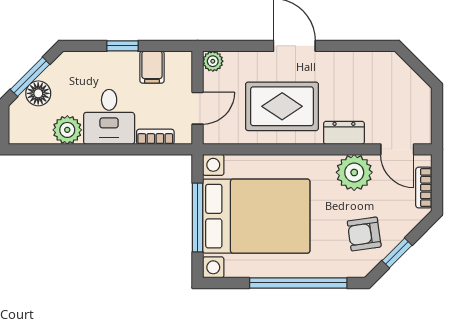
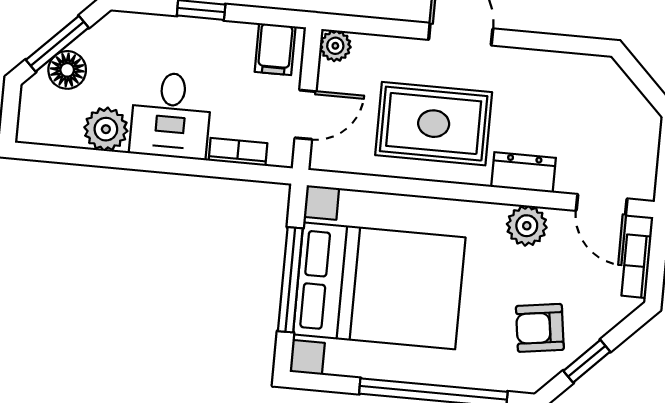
filing cabinet: (152, 67) -> (275, 49), moved
plant: (354, 172) -> (527, 226), width x0.73, depth x0.73

